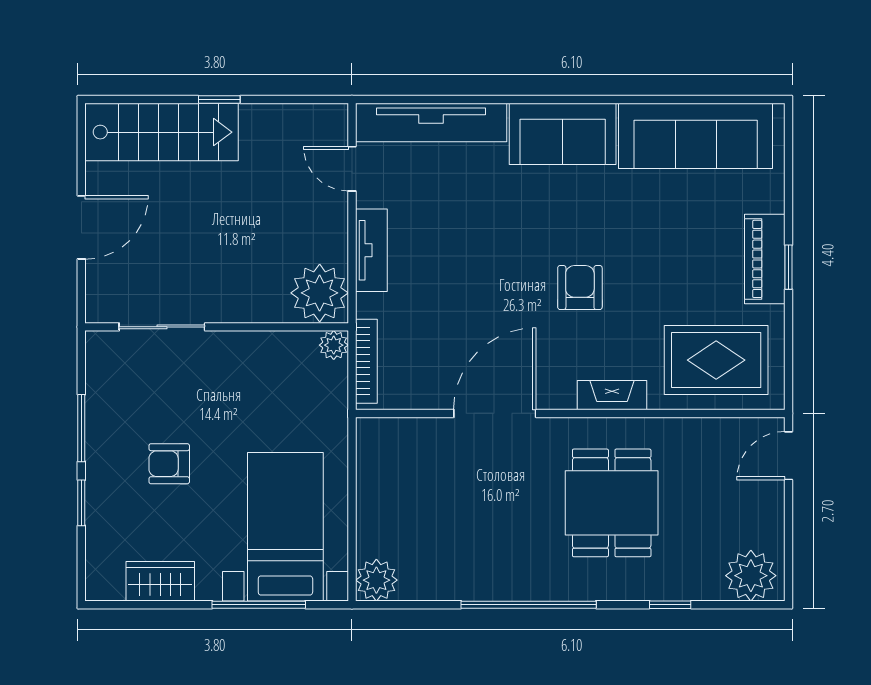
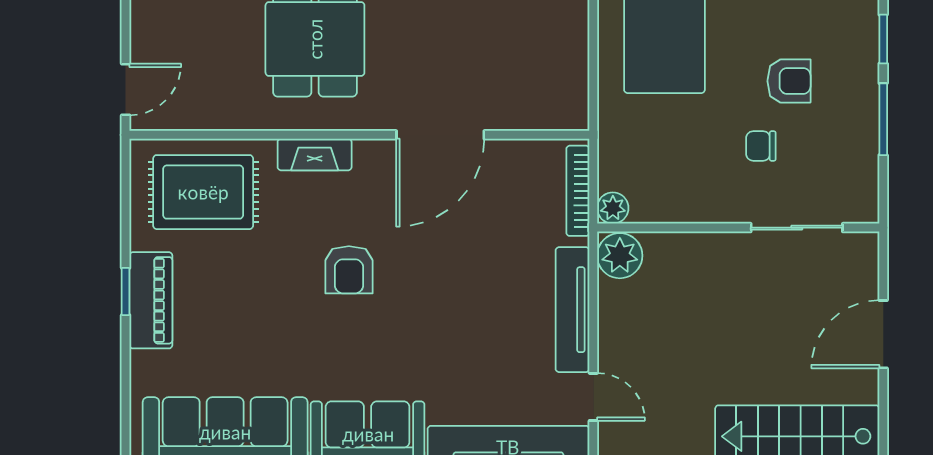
tv unit: (371, 250) -> (572, 310), width x1.41
plant: (320, 293) -> (620, 256), width x0.73, depth x0.73
chair: (196, 403) -> (761, 146), added

